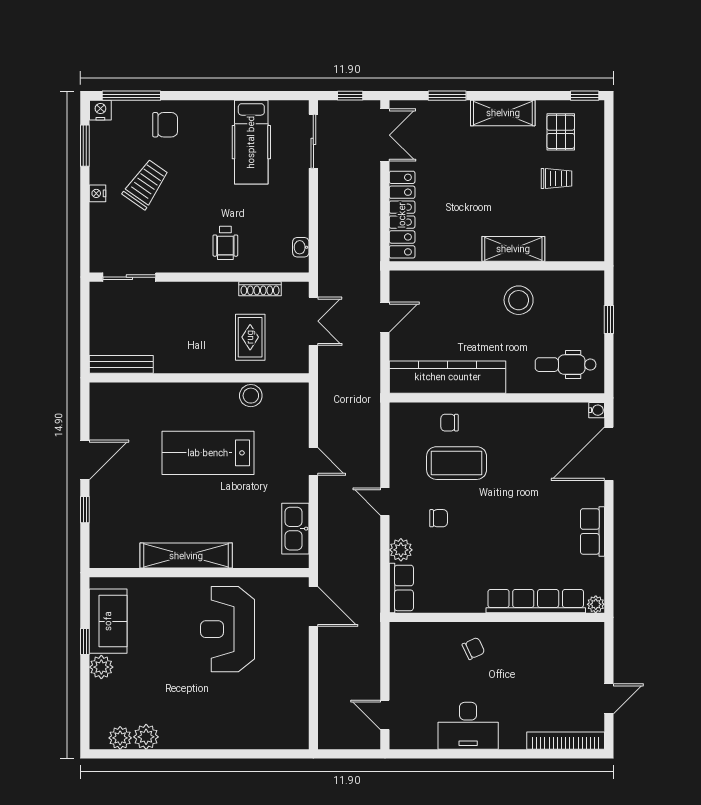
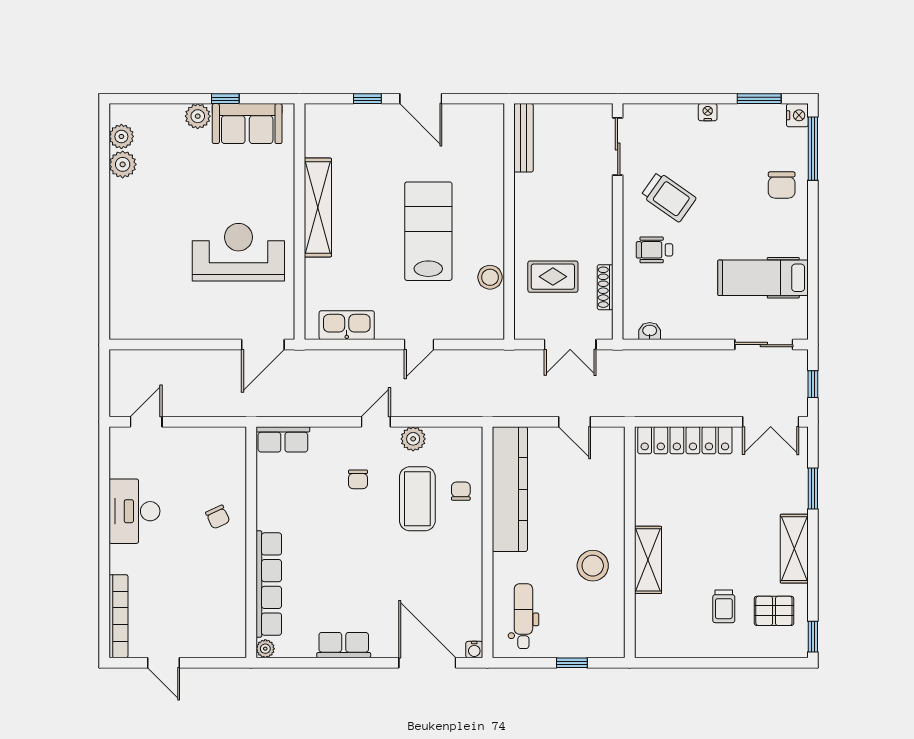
trolley: (146, 184) -> (669, 197), moved
plant: (401, 550) -> (413, 439), moved

